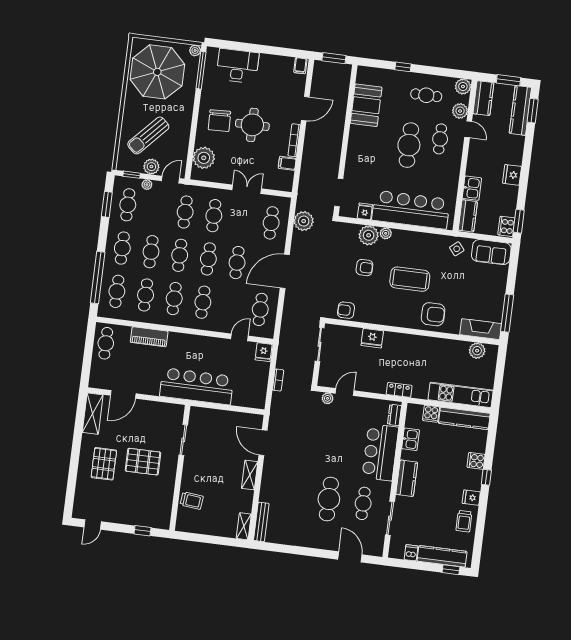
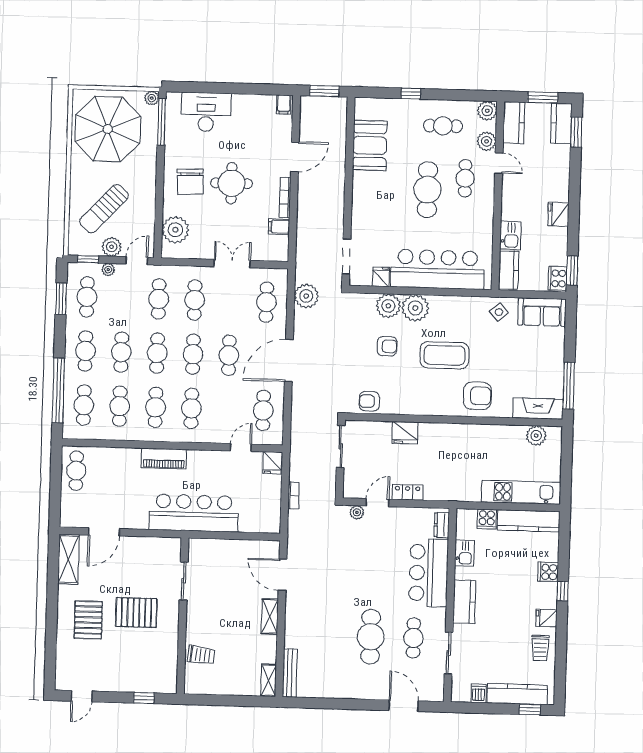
kitchen counter: (520, 110) -> (561, 123), width x0.67
plant: (386, 233) -> (415, 308), width x1.88, depth x1.88
piano: (149, 337) -> (164, 459), moved
locker: (399, 390) -> (408, 492), moved

